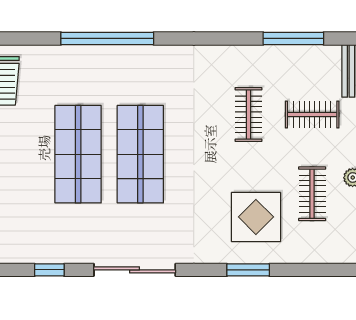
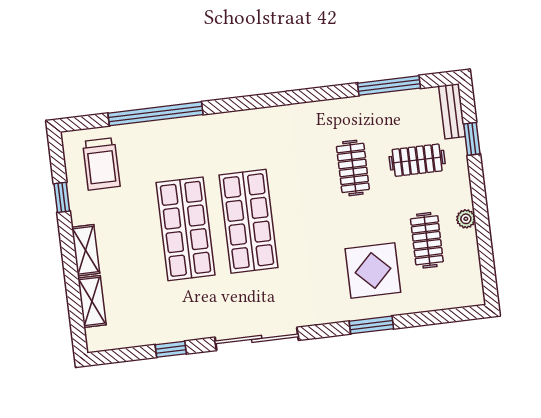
window: (107, 38) -> (156, 114), moved

